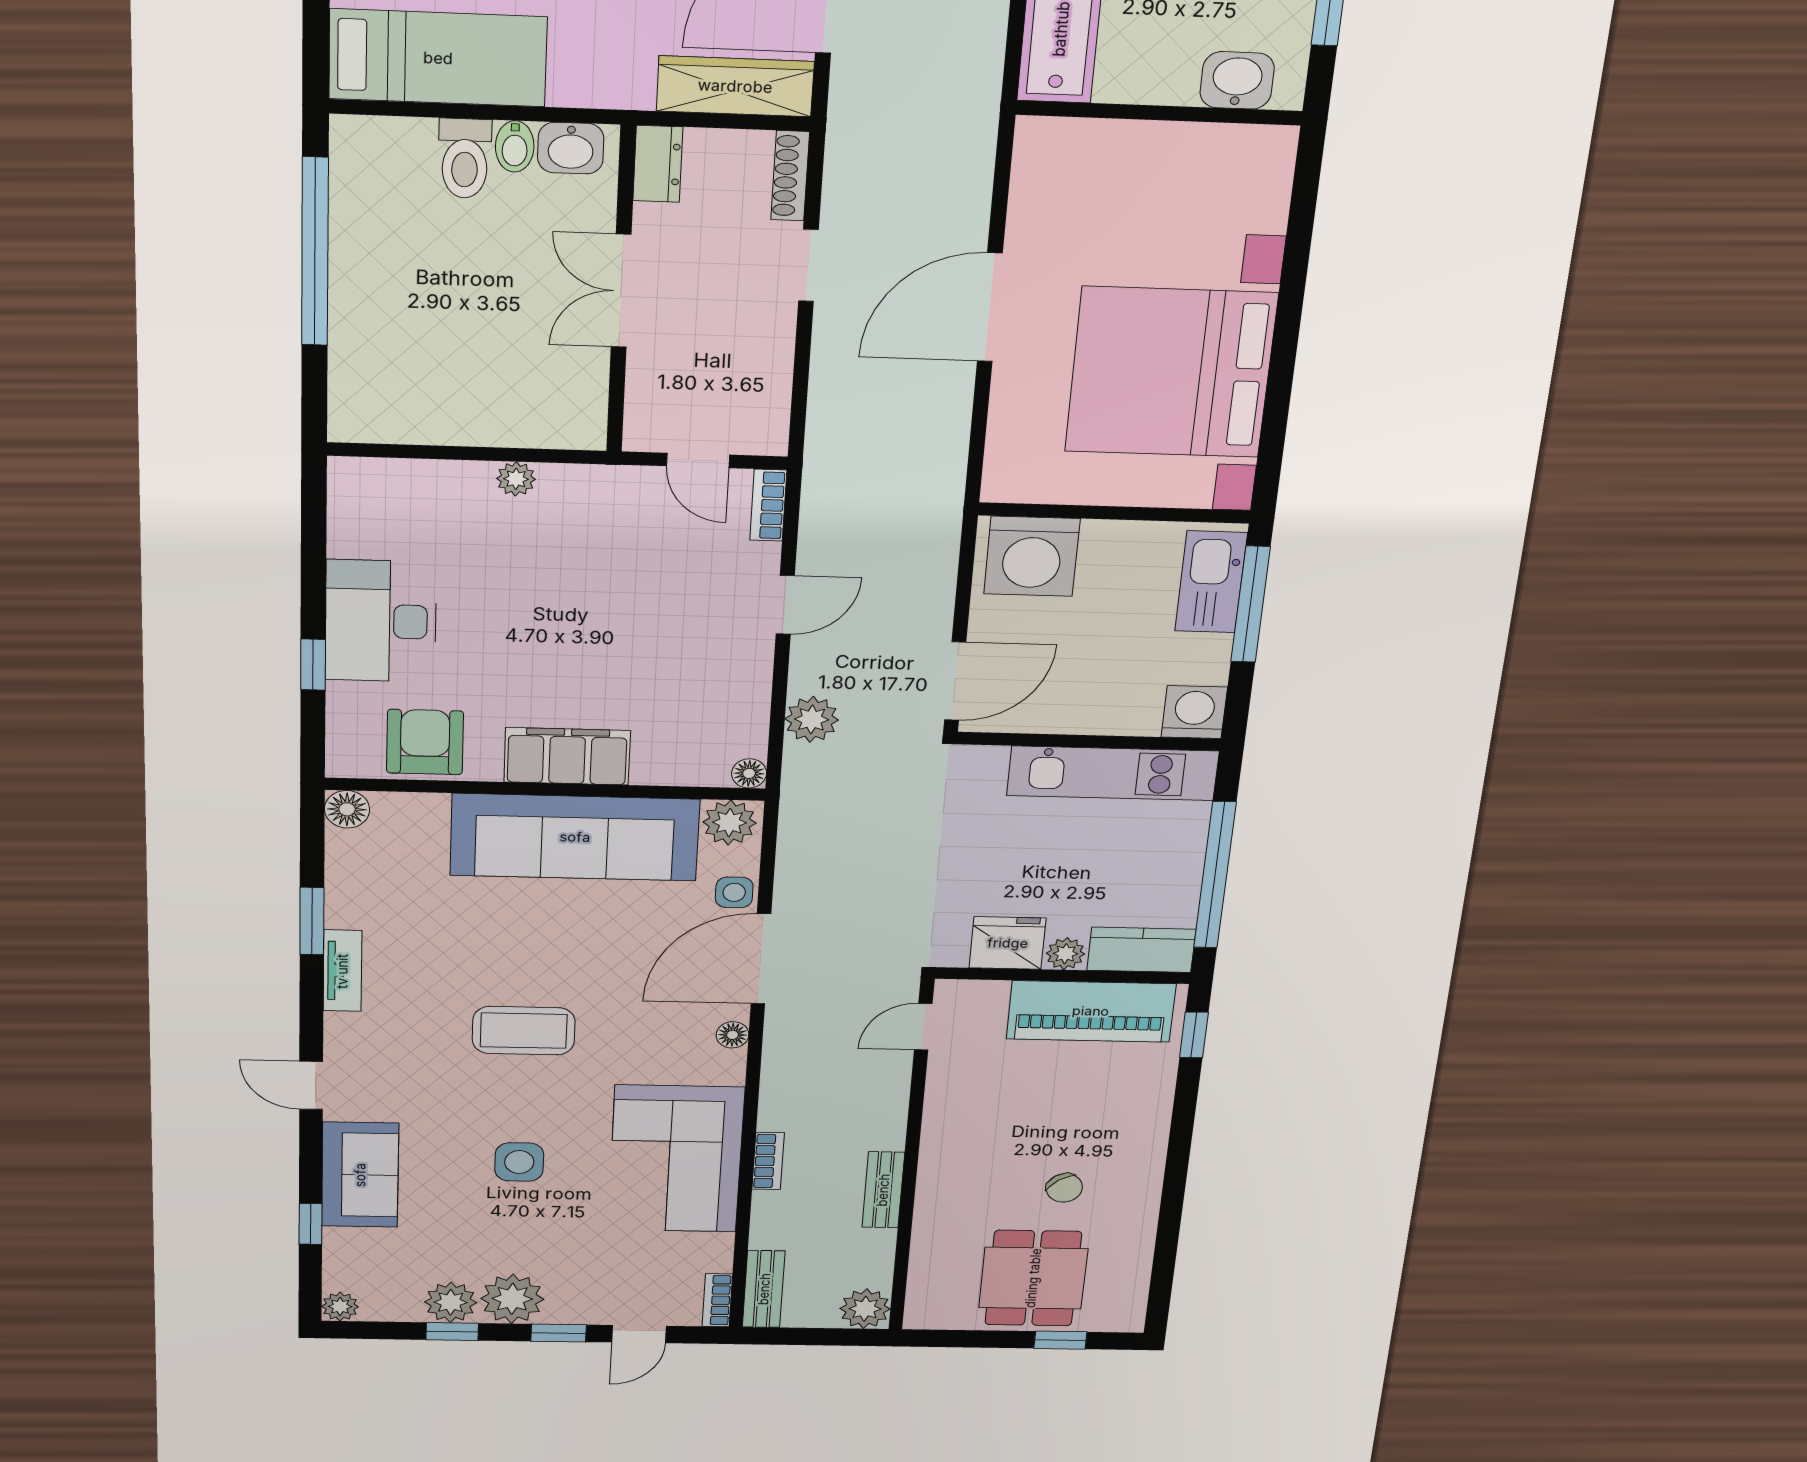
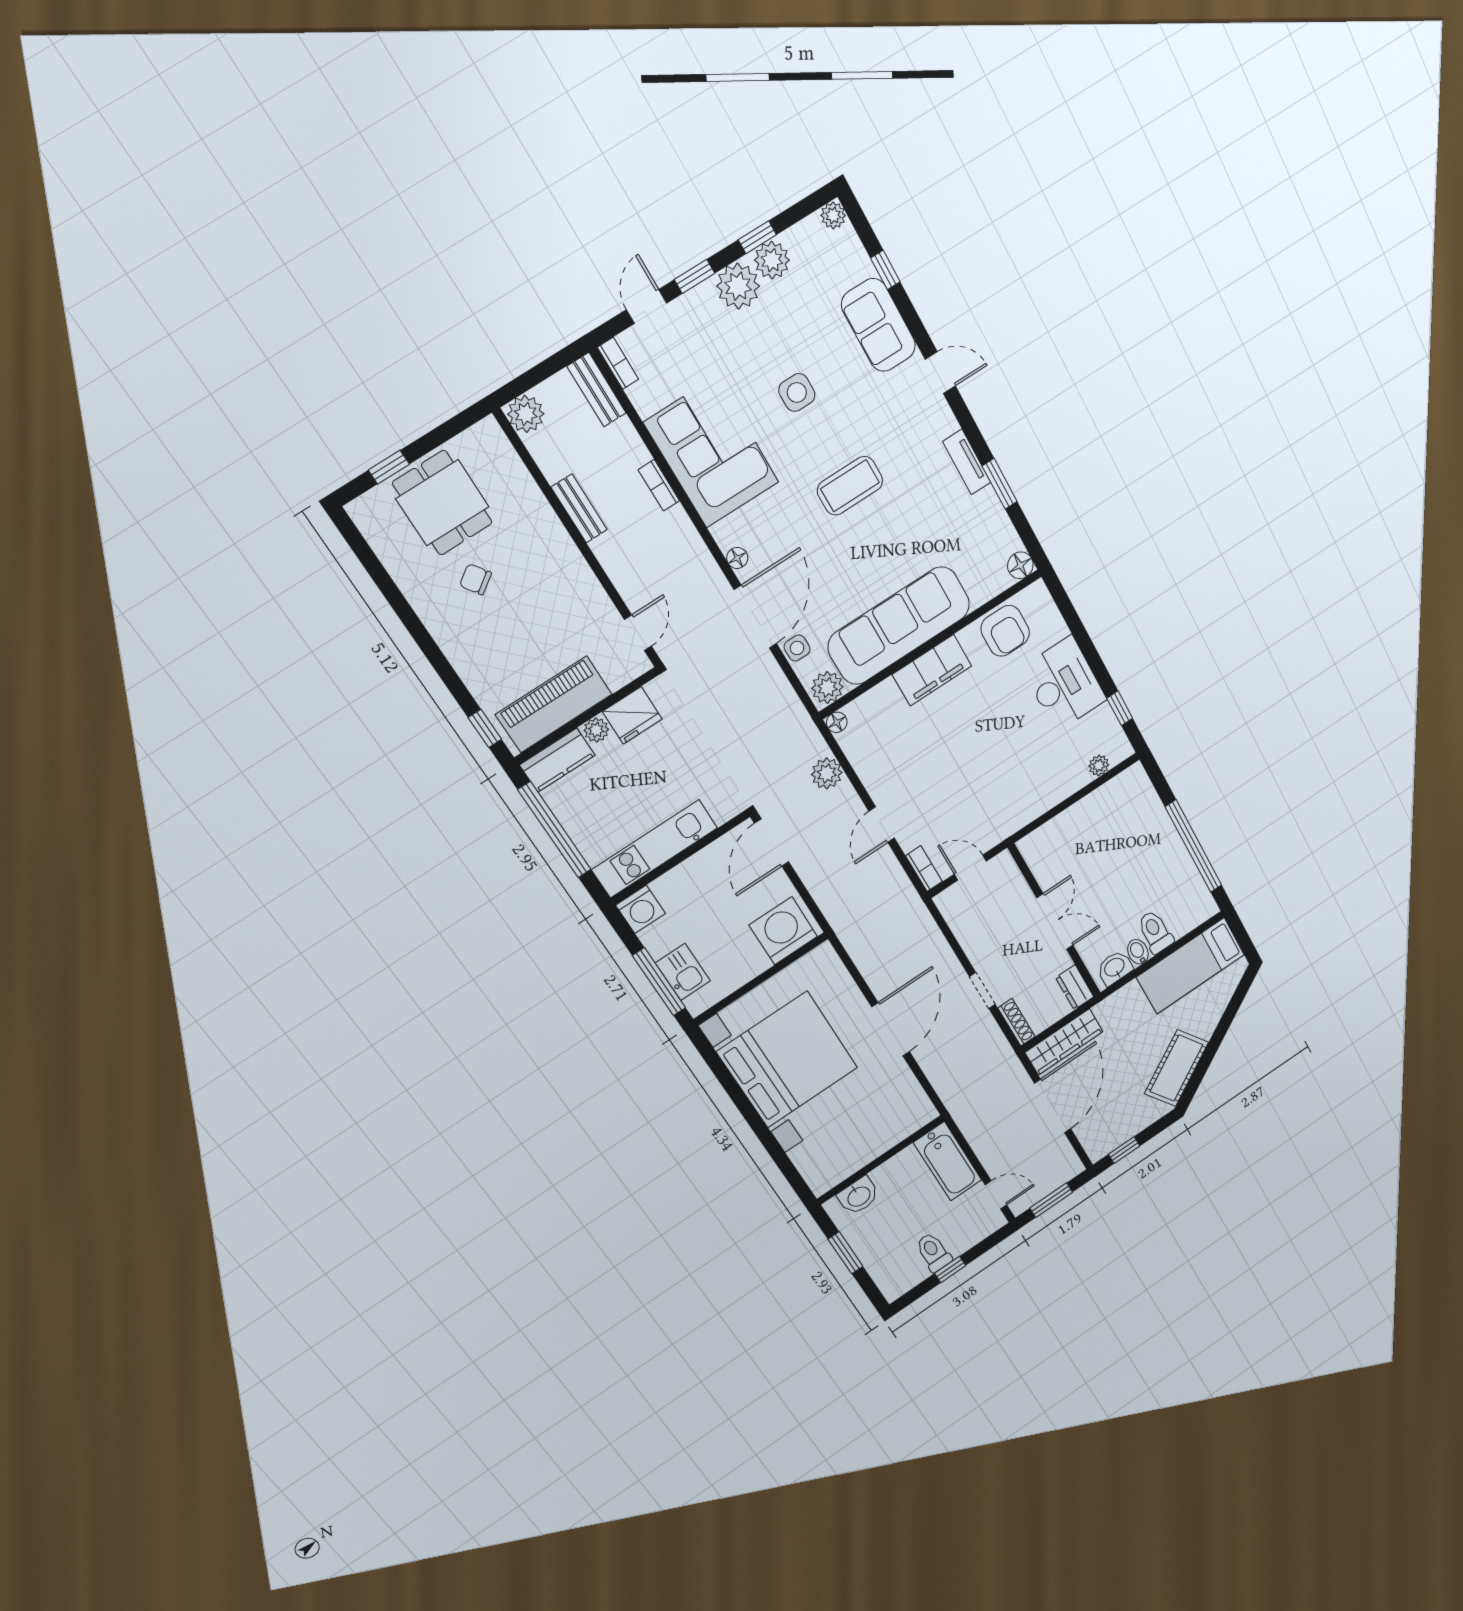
plant: (516, 479) -> (1099, 765), moved
kitchen sink: (1211, 582) -> (683, 972), width x0.73
window: (313, 665) -> (1120, 708), moved

